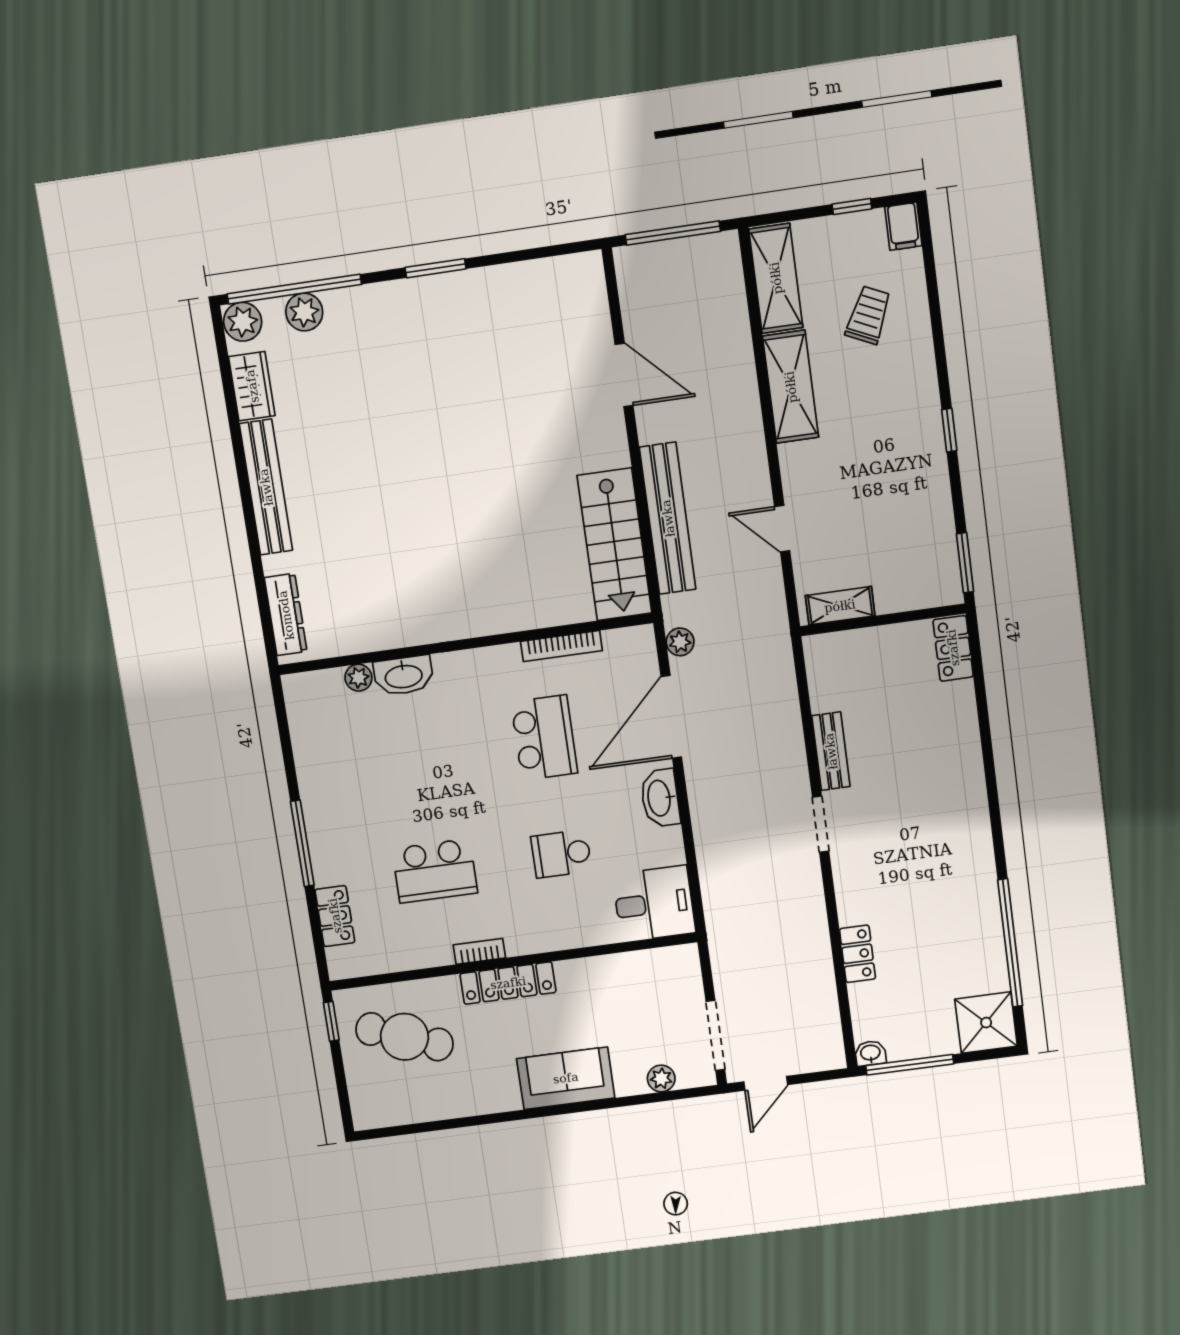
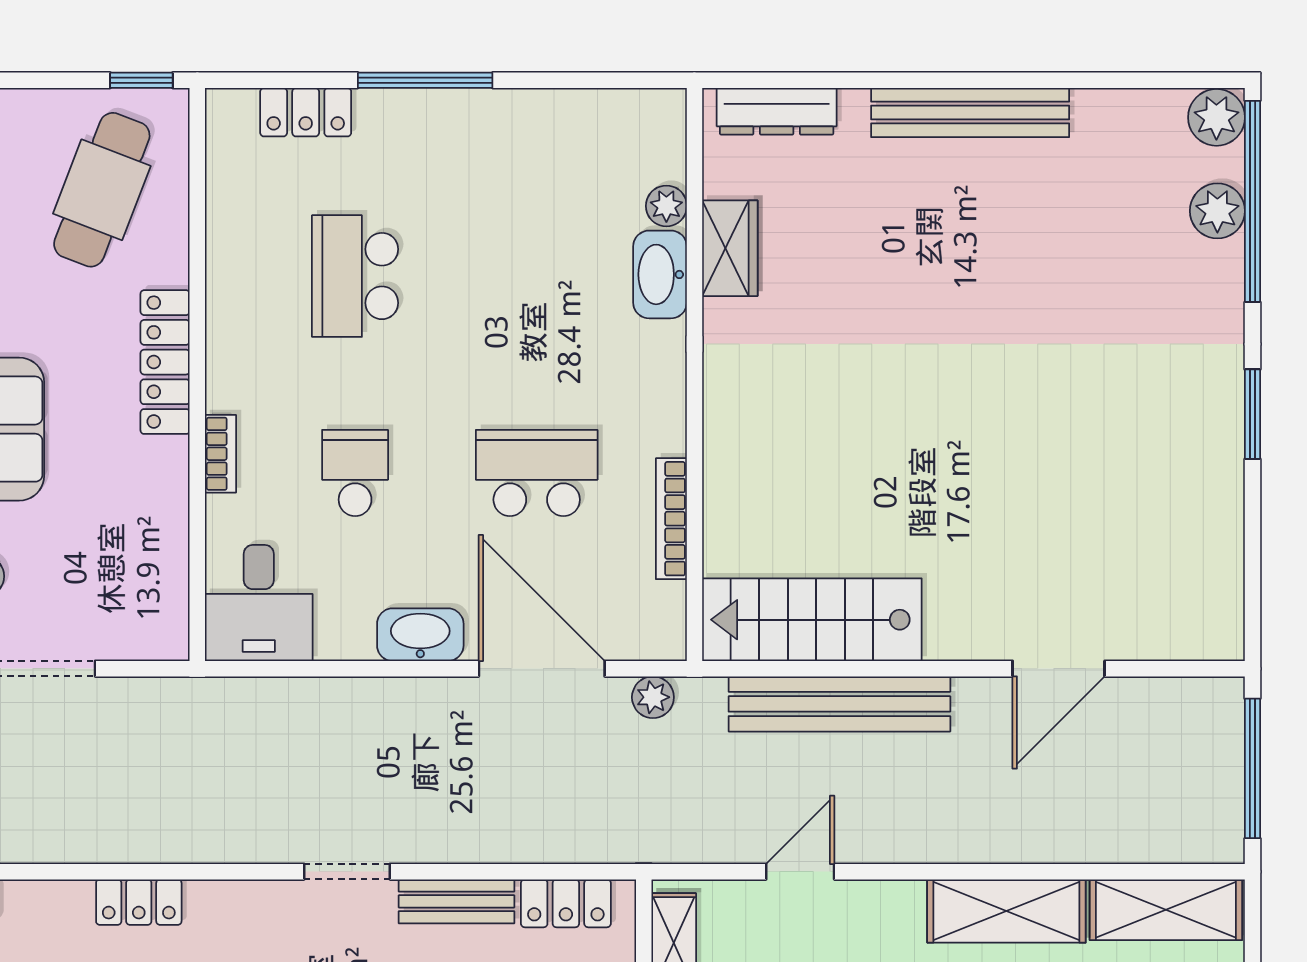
wardrobe: (252, 386) -> (730, 248), moved, turned -90
locker: (823, 680) -> (566, 903), added
school desk: (544, 738) -> (537, 473), turned 180
bookcase: (479, 951) -> (220, 454), moved

